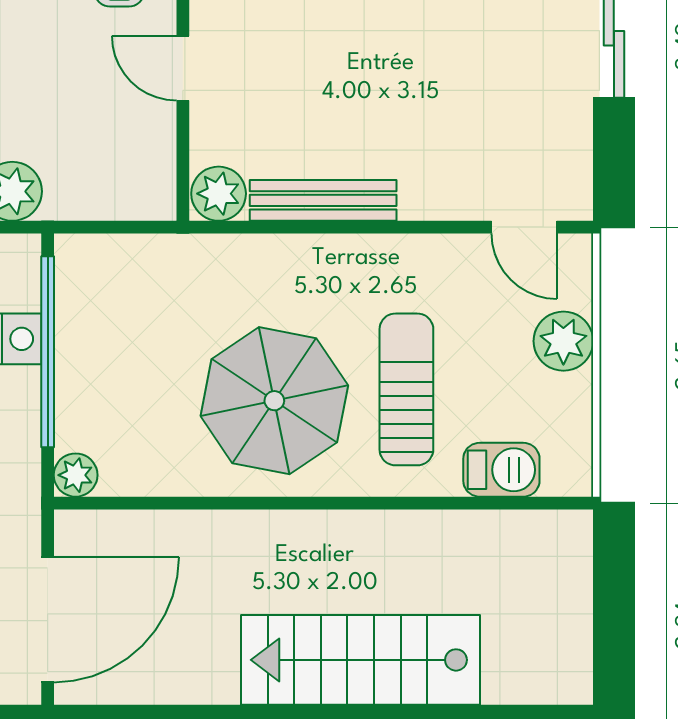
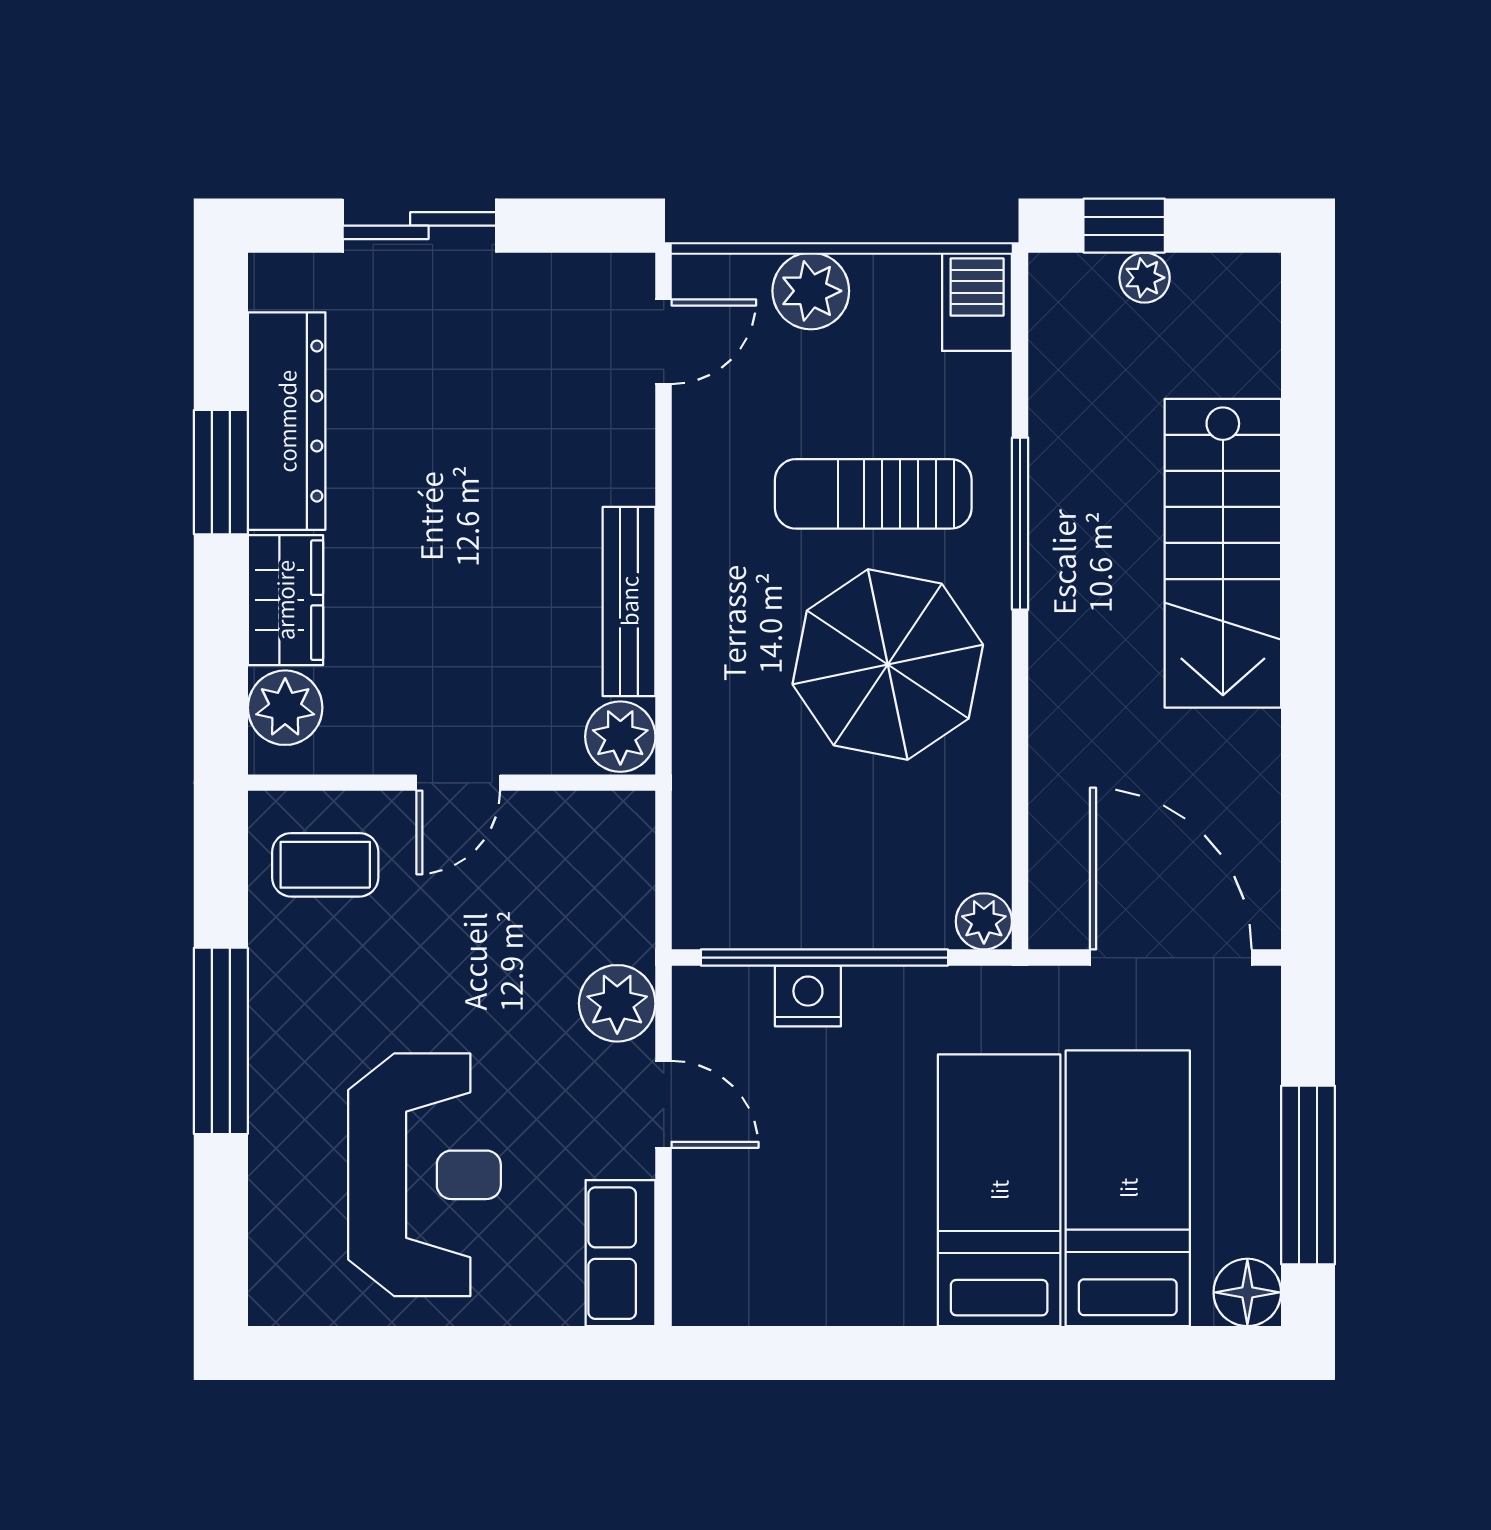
barbecue: (501, 470) -> (977, 302), moved
window: (383, 503) -> (1020, 524), added
window: (614, 584) -> (1124, 226), added
plant: (574, 599) -> (1145, 278), added

